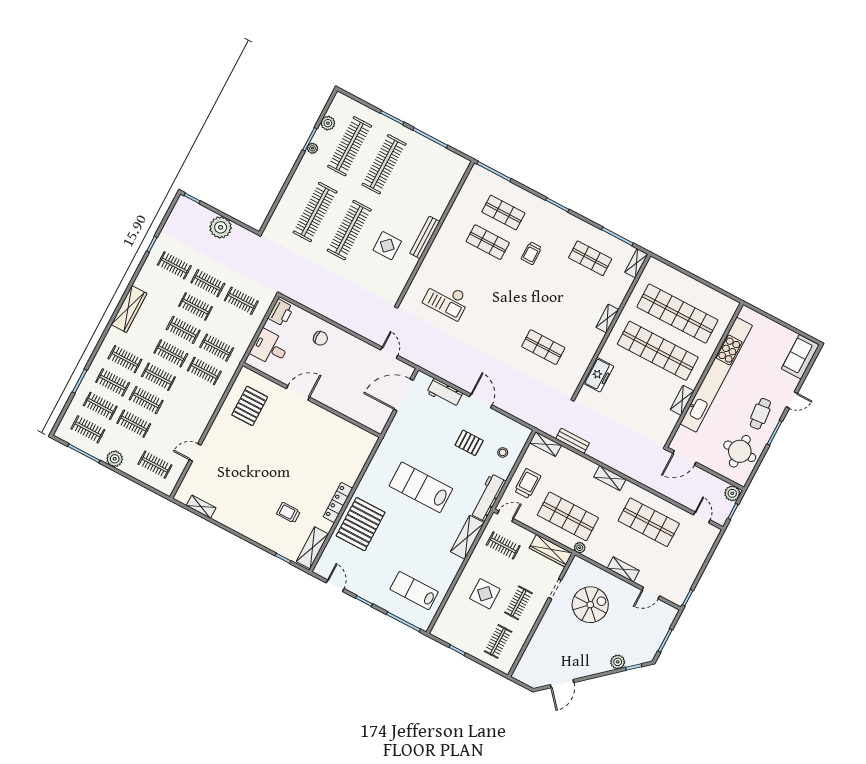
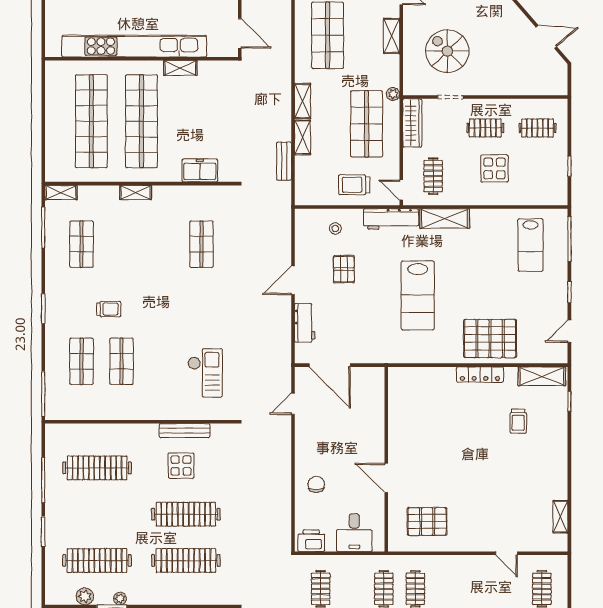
clothes rail: (384, 164) -> (97, 468), moved
bench: (425, 237) -> (185, 431), moved
shelving: (546, 444) -> (303, 137), moved

